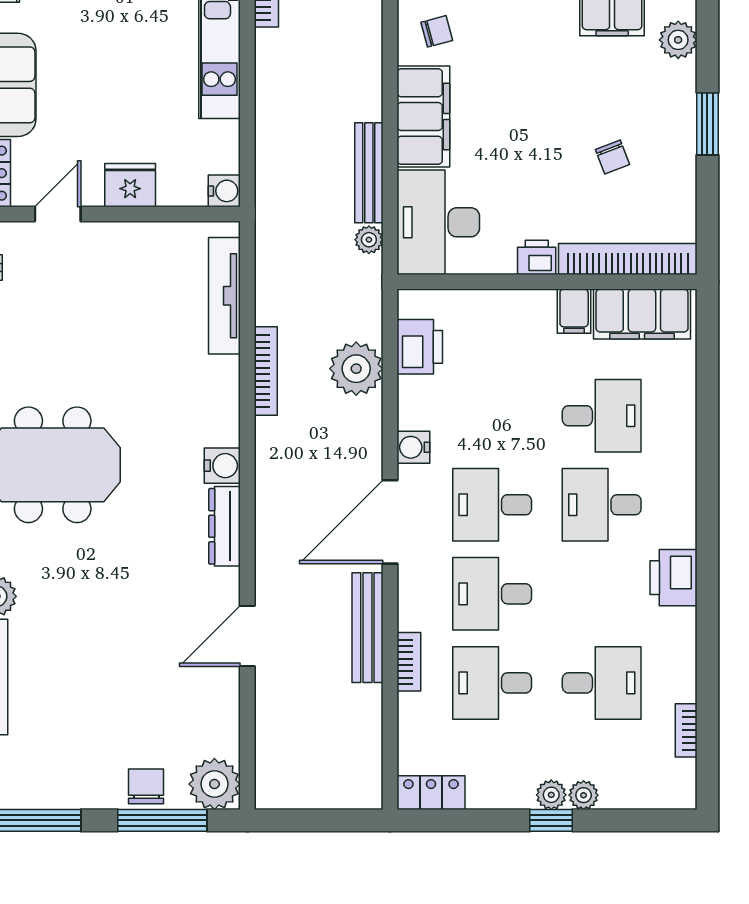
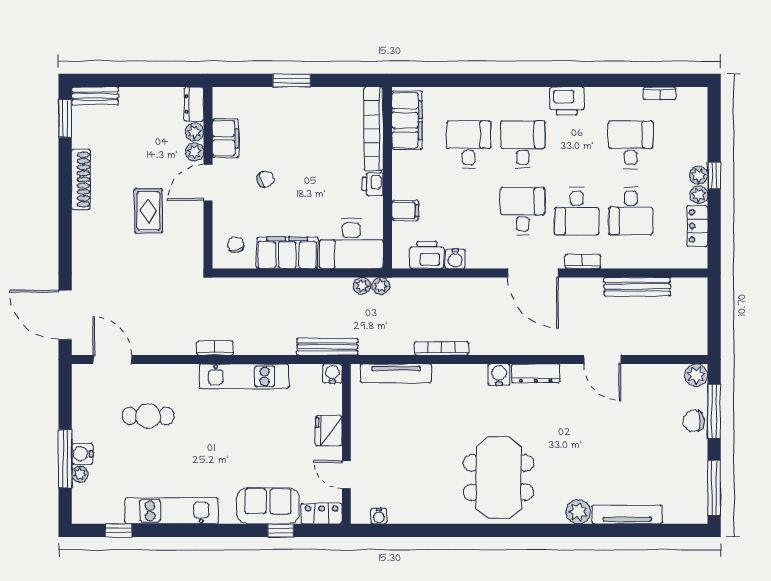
plant: (678, 40) -> (241, 98), removed
chair: (613, 157) -> (265, 179), moved
bench: (369, 173) -> (327, 347), moved
filing cabinet: (574, 311) -> (405, 210), moved
plant: (356, 369) -> (381, 286), moved, width x0.53, depth x0.53
water cooler: (413, 447) -> (455, 259), moved
desk: (492, 505) -> (523, 211), turned 180
desk: (602, 505) -> (523, 145), turned 180
bench: (367, 628) -> (637, 287), moved
bookcase: (409, 662) -> (583, 262), moved
plant: (214, 784) -> (696, 375), width x0.73, depth x0.73
locker: (431, 793) -> (697, 226), moved
plant: (584, 795) -> (699, 195), moved

